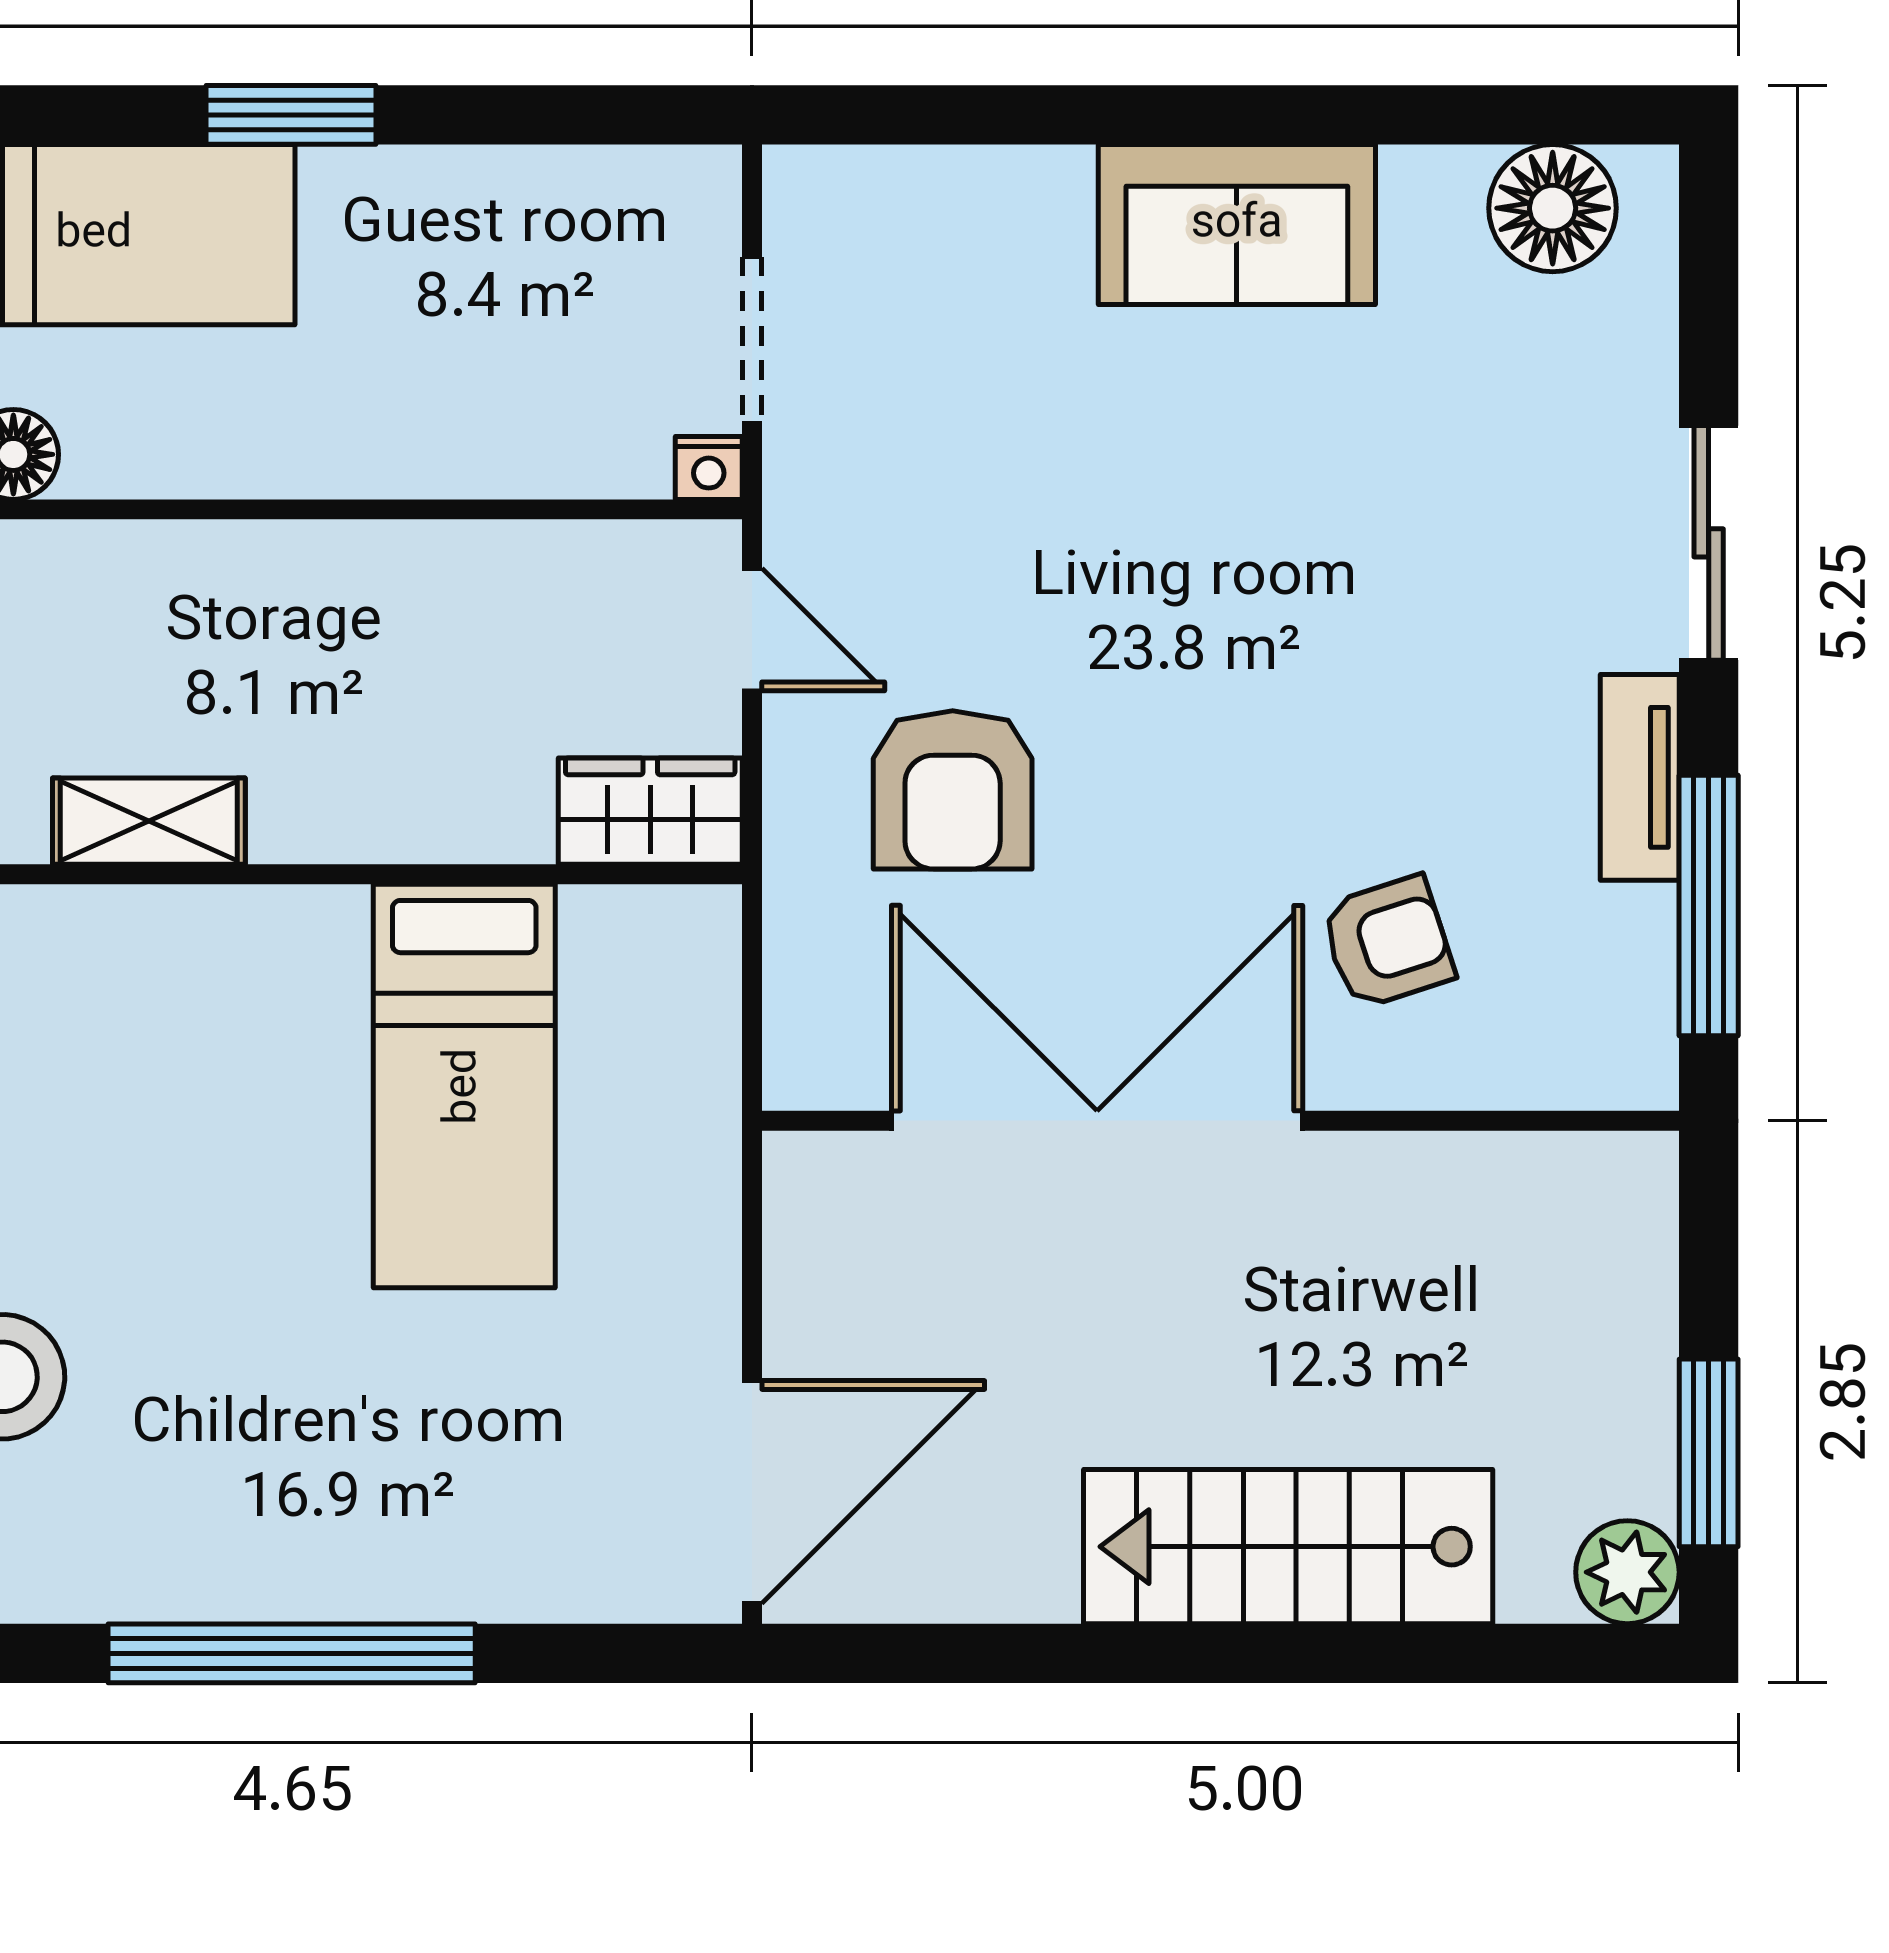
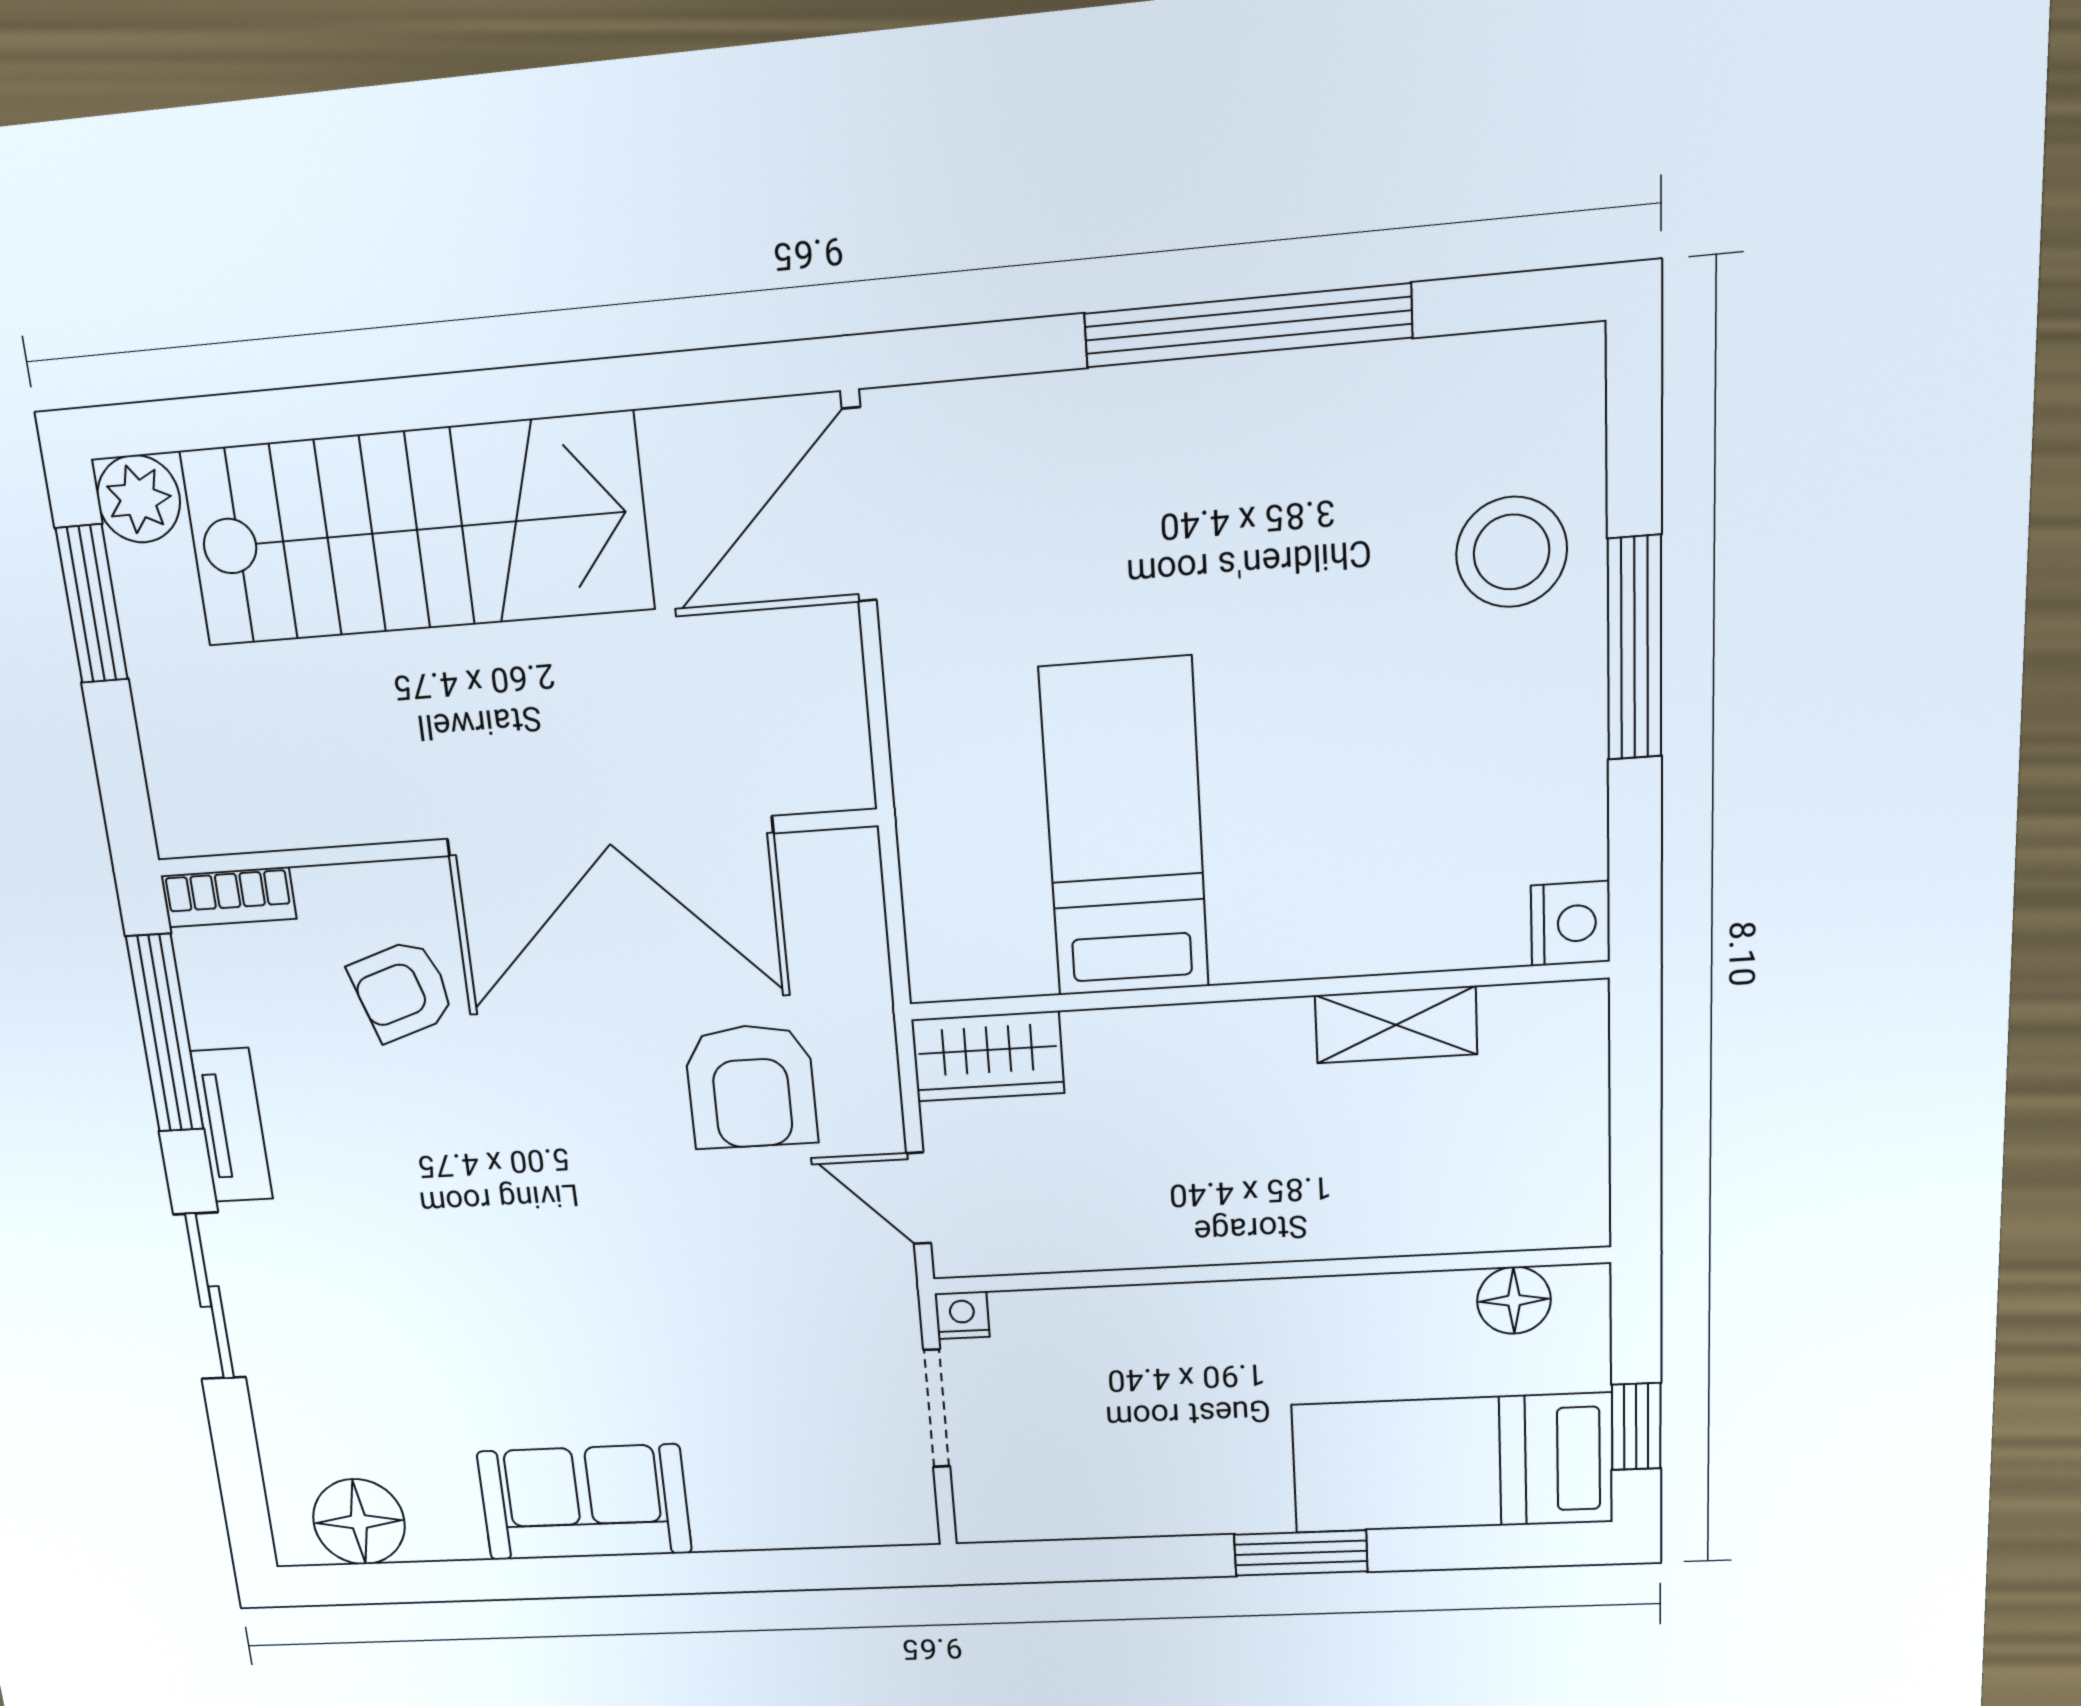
armchair: (953, 790) -> (751, 1086), turned 180
bookcase: (1595, 1077) -> (229, 897), added
stairs: (1288, 1547) -> (417, 530), width x1.36, depth x1.51

